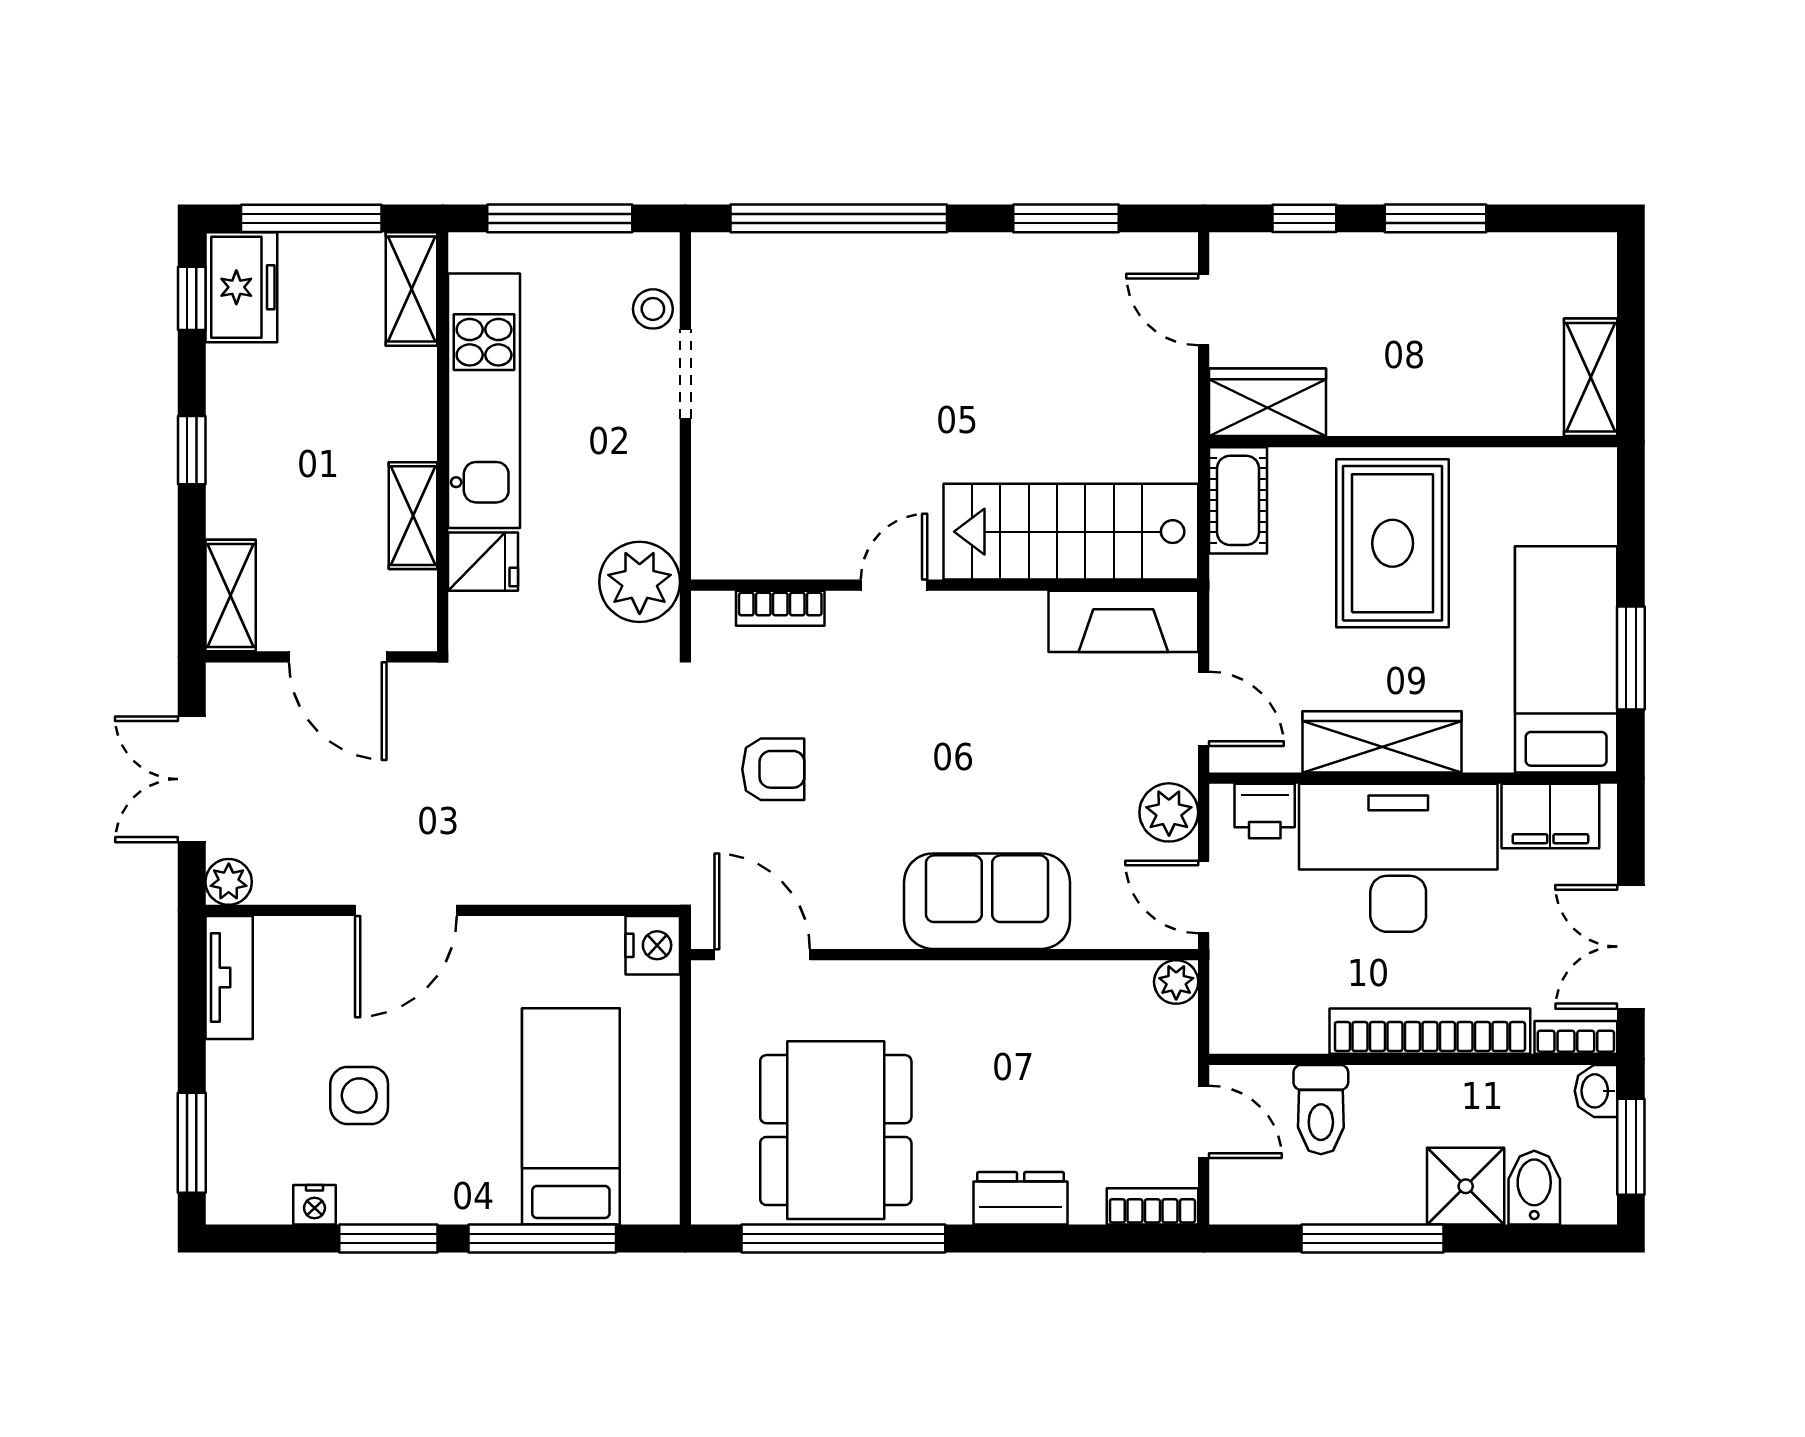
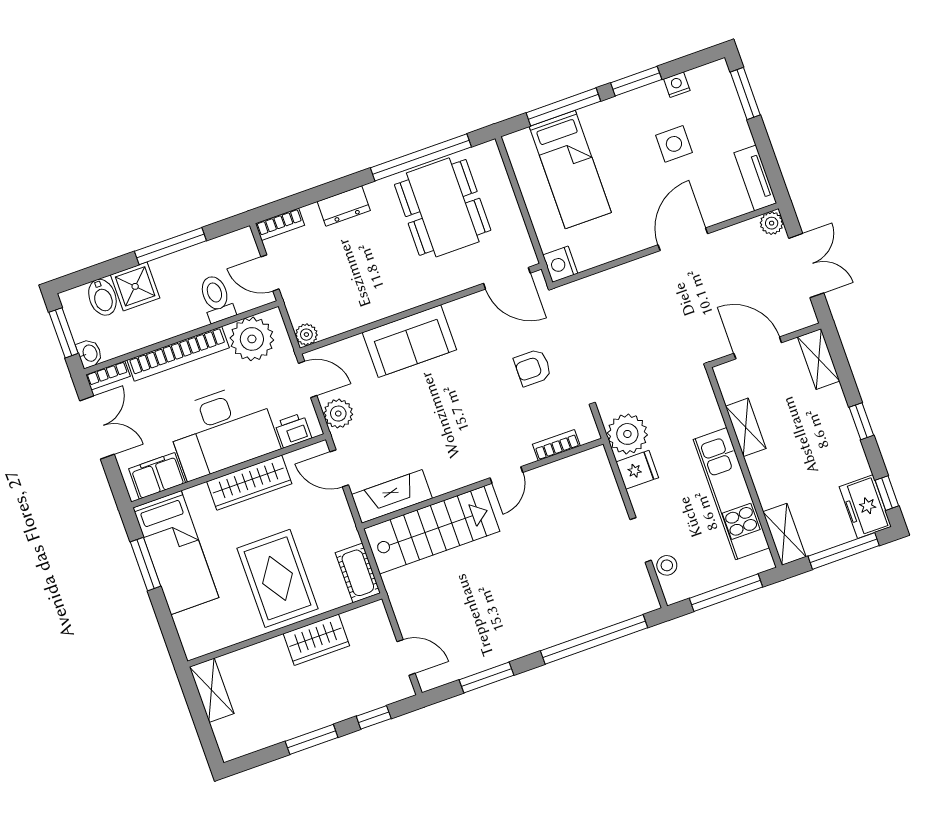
wardrobe: (1268, 402) -> (316, 640), moved
fridge: (483, 562) -> (637, 470), moved, turned 180
plant: (1281, 1010) -> (252, 339), added

